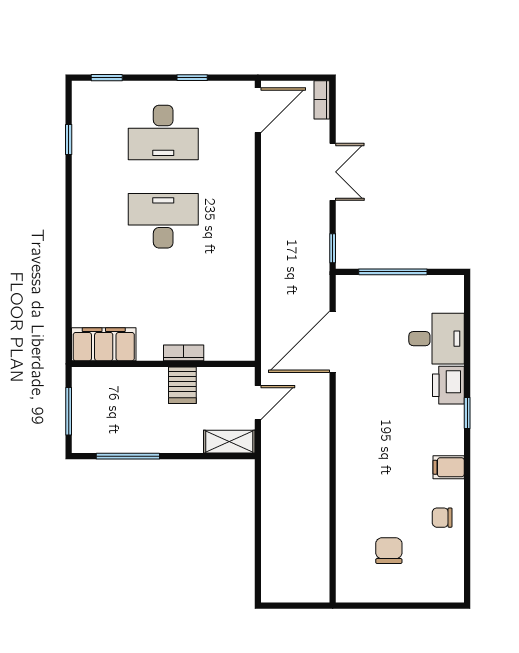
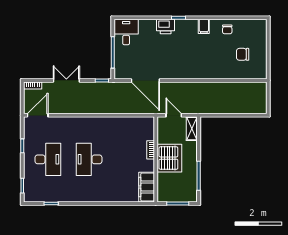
door: (258, 110) -> (38, 115), hinge flipped
desk: (437, 339) -> (126, 32), moved
server rack: (182, 385) -> (169, 158), width x2.18, depth x1.44

